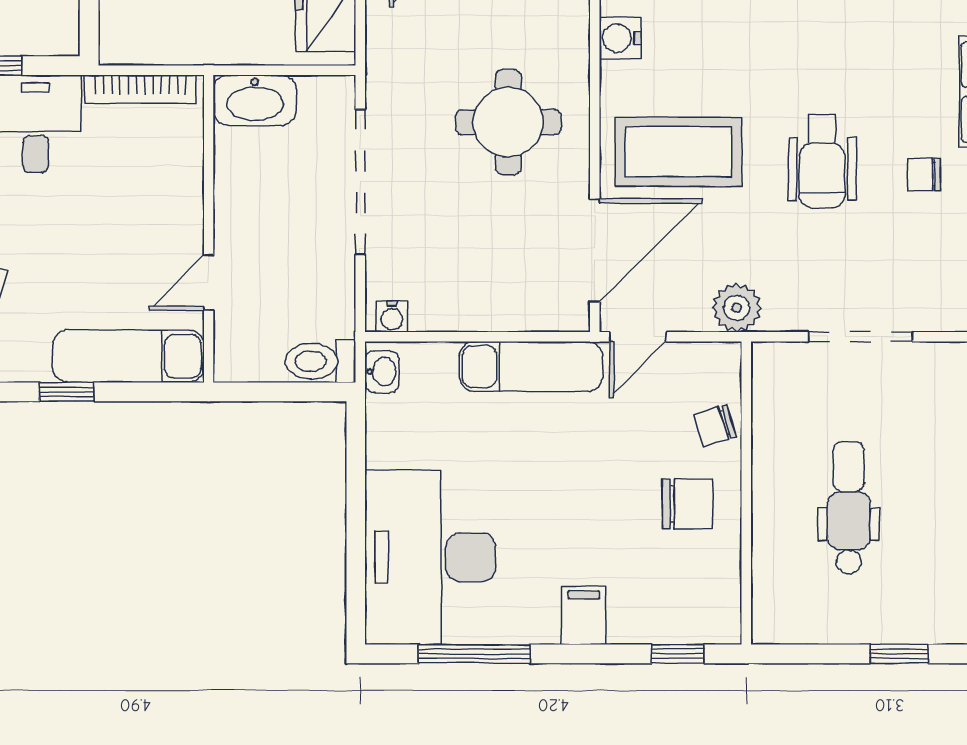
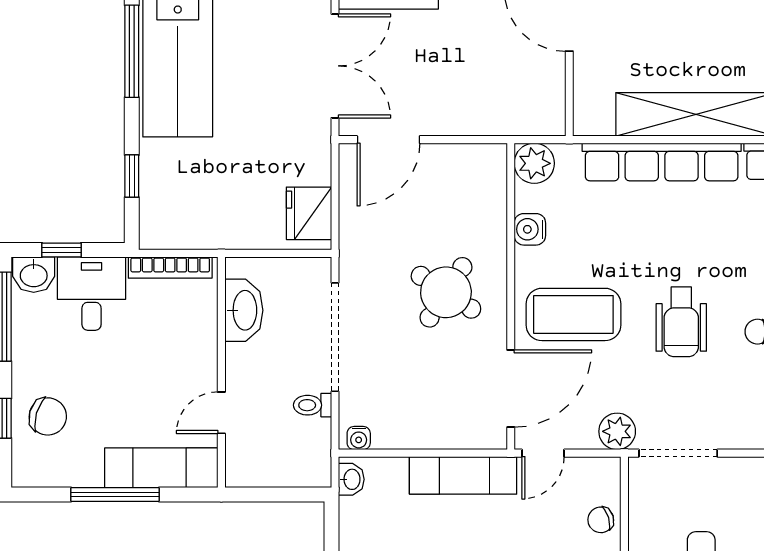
washbasin: (255, 100) -> (244, 310), moved, turned -90
round table: (508, 122) -> (446, 292), turned 33
doorway: (860, 337) -> (678, 453), moved
toilet: (320, 361) -> (312, 405), moved, width x0.73, depth x0.72
window: (67, 392) -> (115, 495), width x2.17

